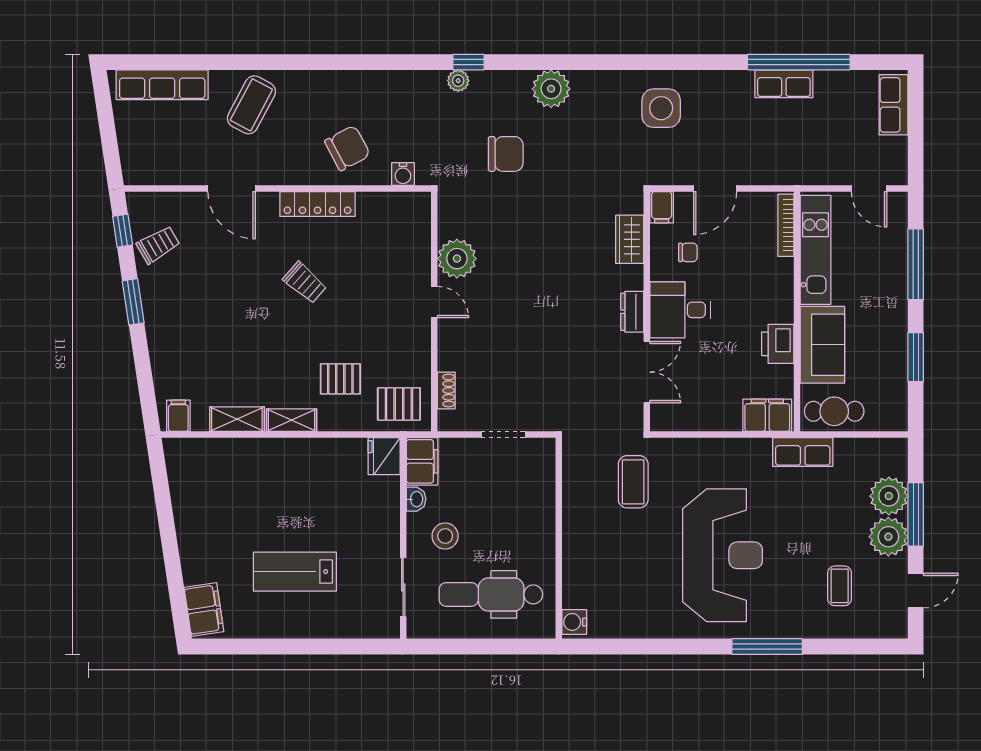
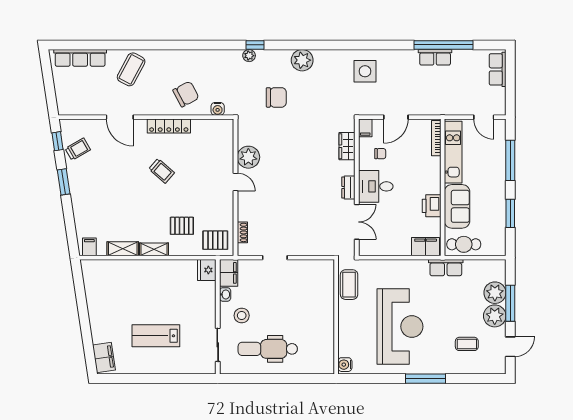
wall: (559, 538) -> (336, 317), moved
coffee table: (840, 586) -> (467, 344), turned 90
water cooler: (574, 622) -> (345, 365), moved

